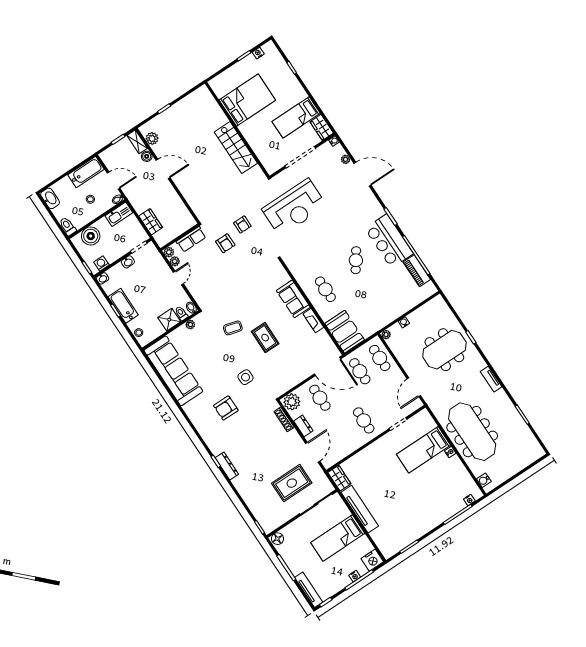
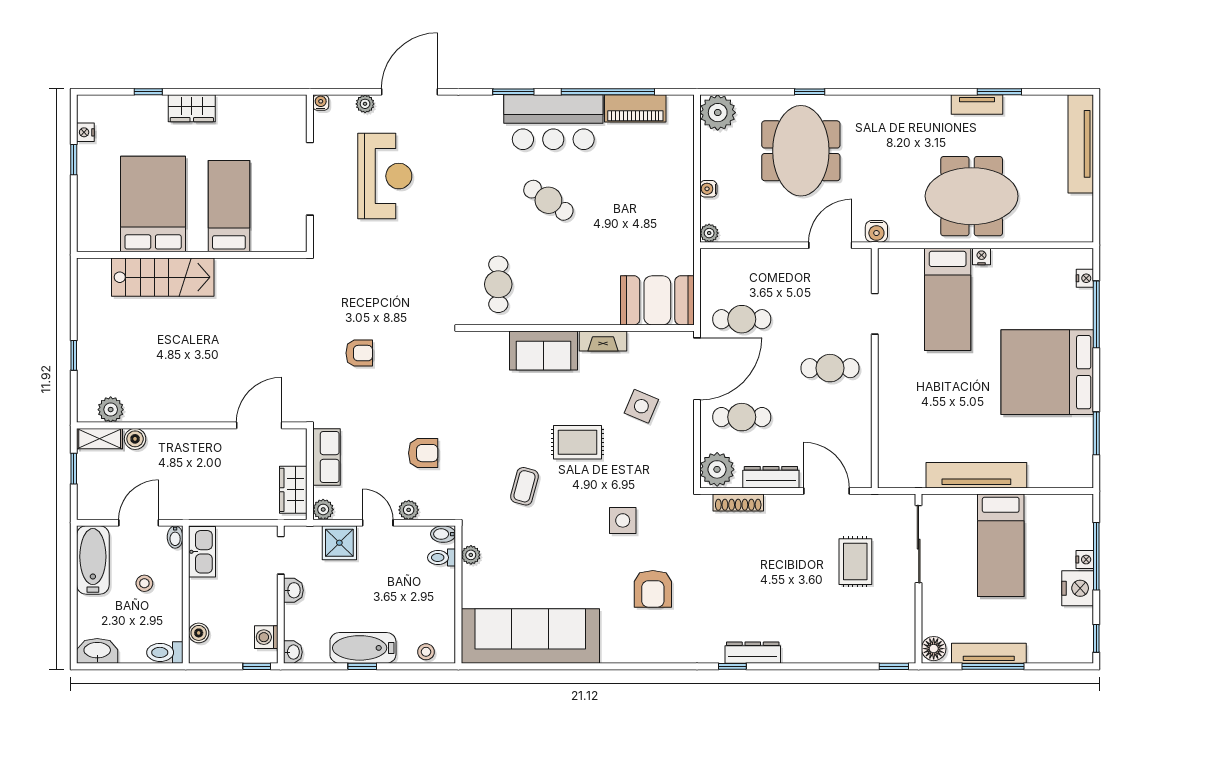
bed: (296, 117) -> (229, 206), moved, turned 180
wardrobe: (322, 127) -> (192, 108), moved
stairs: (236, 148) -> (163, 277), moved
door: (163, 169) -> (259, 425), moved
reception desk: (294, 207) -> (385, 176), moved, width x0.74, depth x0.77
wardrobe: (151, 222) -> (293, 490), moved, turned -90
boiler: (91, 236) -> (199, 633), width x0.54, depth x0.54
armchair: (225, 243) -> (423, 453), moved
plant: (175, 261) -> (409, 510), moved
cafe table: (325, 289) -> (498, 284), moved, turned 90
plant: (437, 305) -> (718, 113), added
shower: (169, 320) -> (339, 543), moved
side table: (297, 354) -> (641, 406), added
cafe table: (380, 358) -> (742, 270), removed
tv unit: (491, 379) -> (977, 105), moved
door: (414, 387) -> (830, 245), swing flipped
dresser: (303, 426) -> (771, 477), width x1.44
meeting table: (472, 432) -> (972, 196), width x0.73
tv unit: (523, 462) -> (1081, 144), added
wardrobe: (339, 478) -> (901, 475), removed
water cooler: (484, 480) -> (876, 231), moved
rug: (292, 483) -> (855, 562), width x0.73, depth x0.70
bed: (421, 510) -> (1047, 372), added
nightstand: (372, 560) -> (1078, 588), moved
tv unit: (309, 590) -> (989, 653), moved

